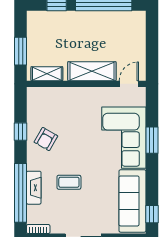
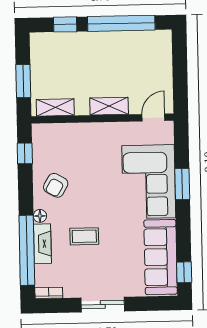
shelving: (92, 71) -> (109, 106), width x0.67, depth x0.75
window: (21, 132) -> (25, 153), moved
floor lamp: (32, 164) -> (40, 216), added

